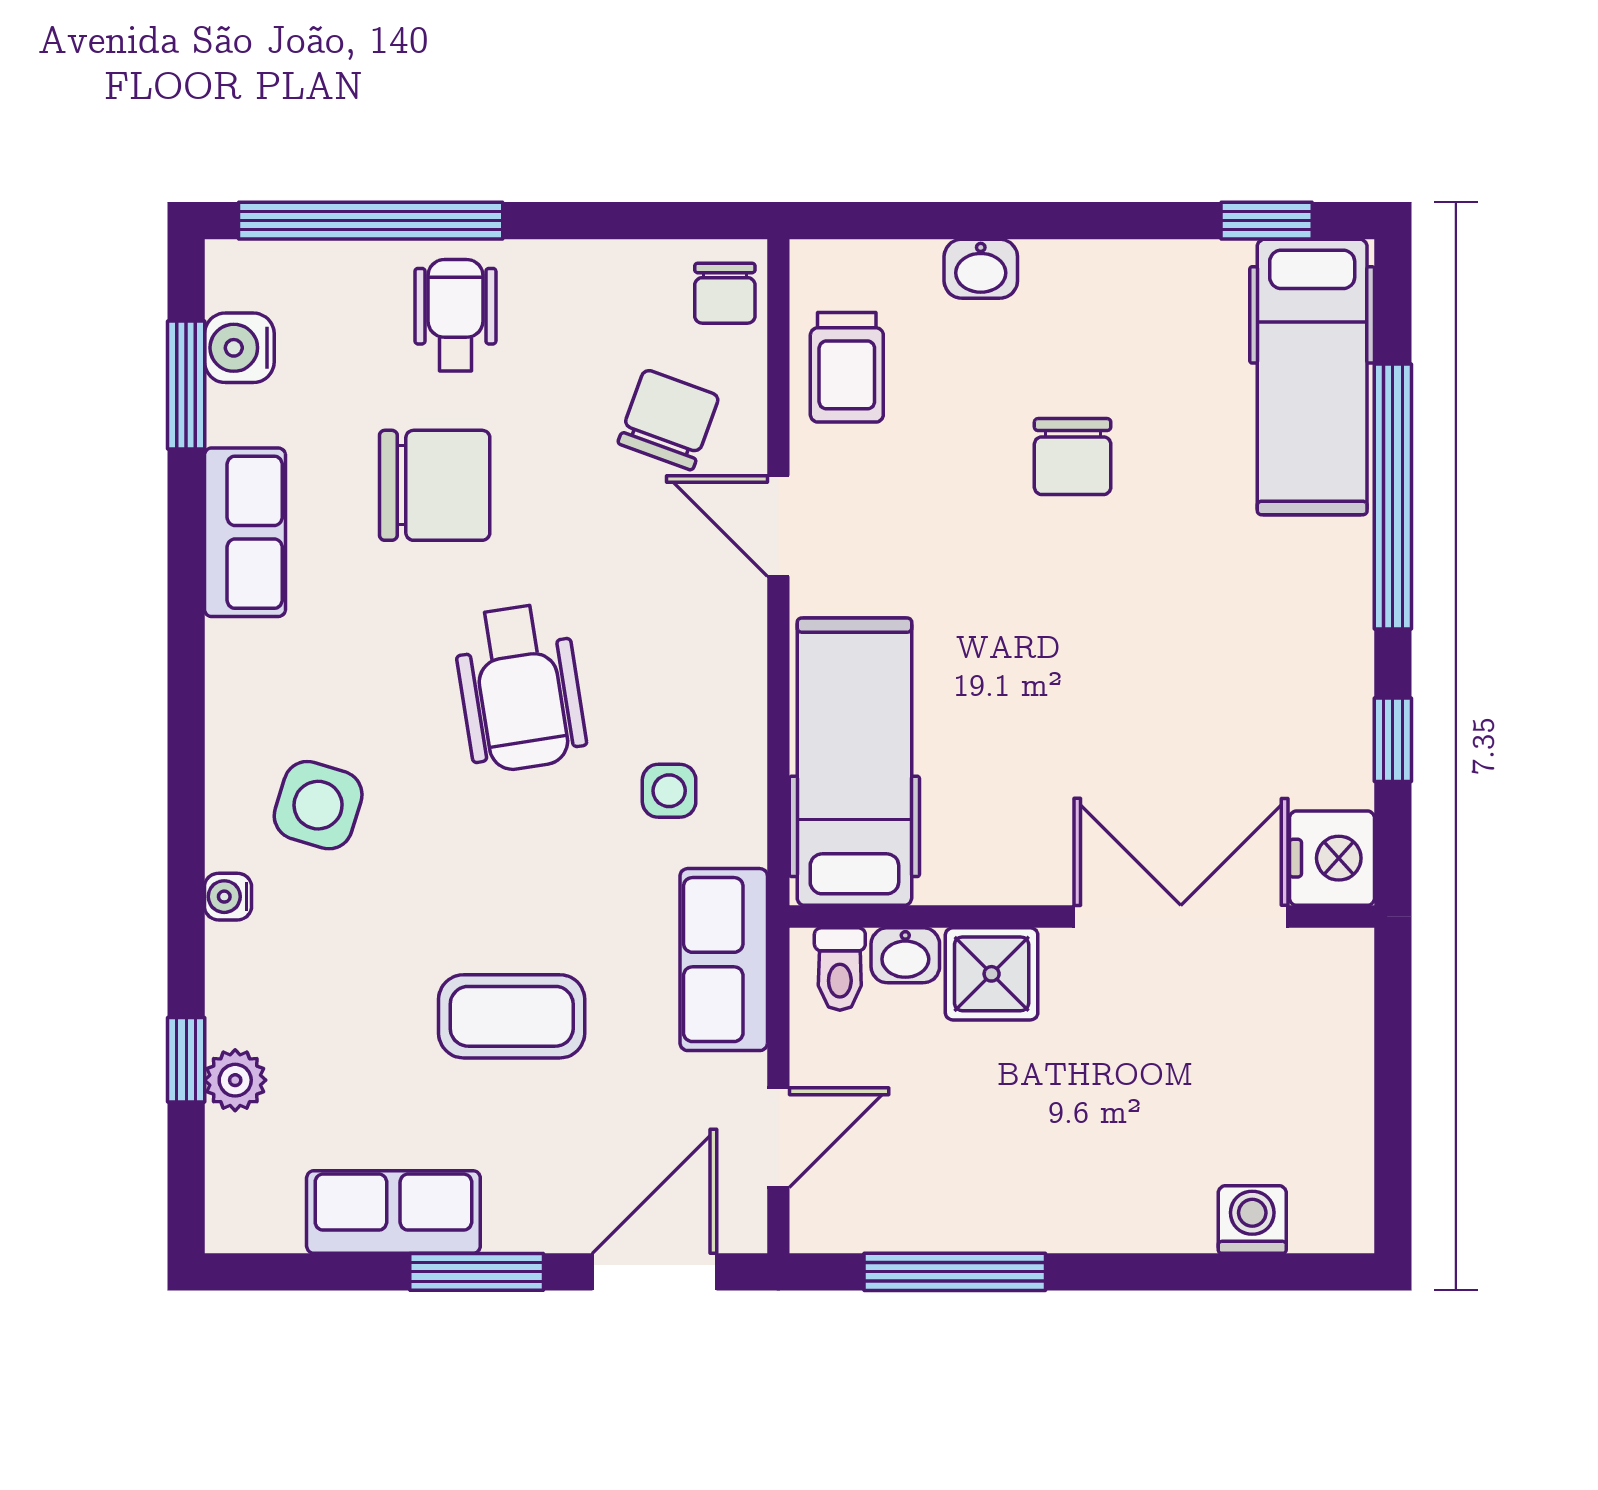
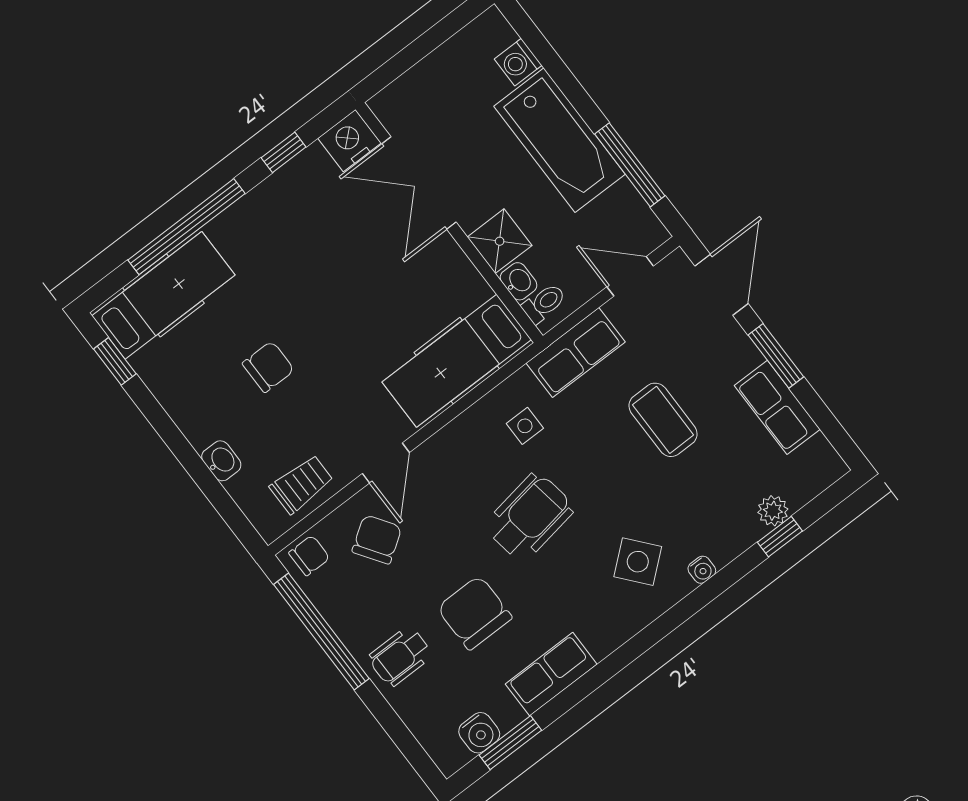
window: (371, 221) -> (321, 632), moved
chair: (668, 420) -> (377, 539), turned 126
side table: (318, 805) -> (638, 562), turned 33
bathtub: (1079, 1191) -> (559, 140), added
door: (655, 1272) -> (722, 285), swing flipped

